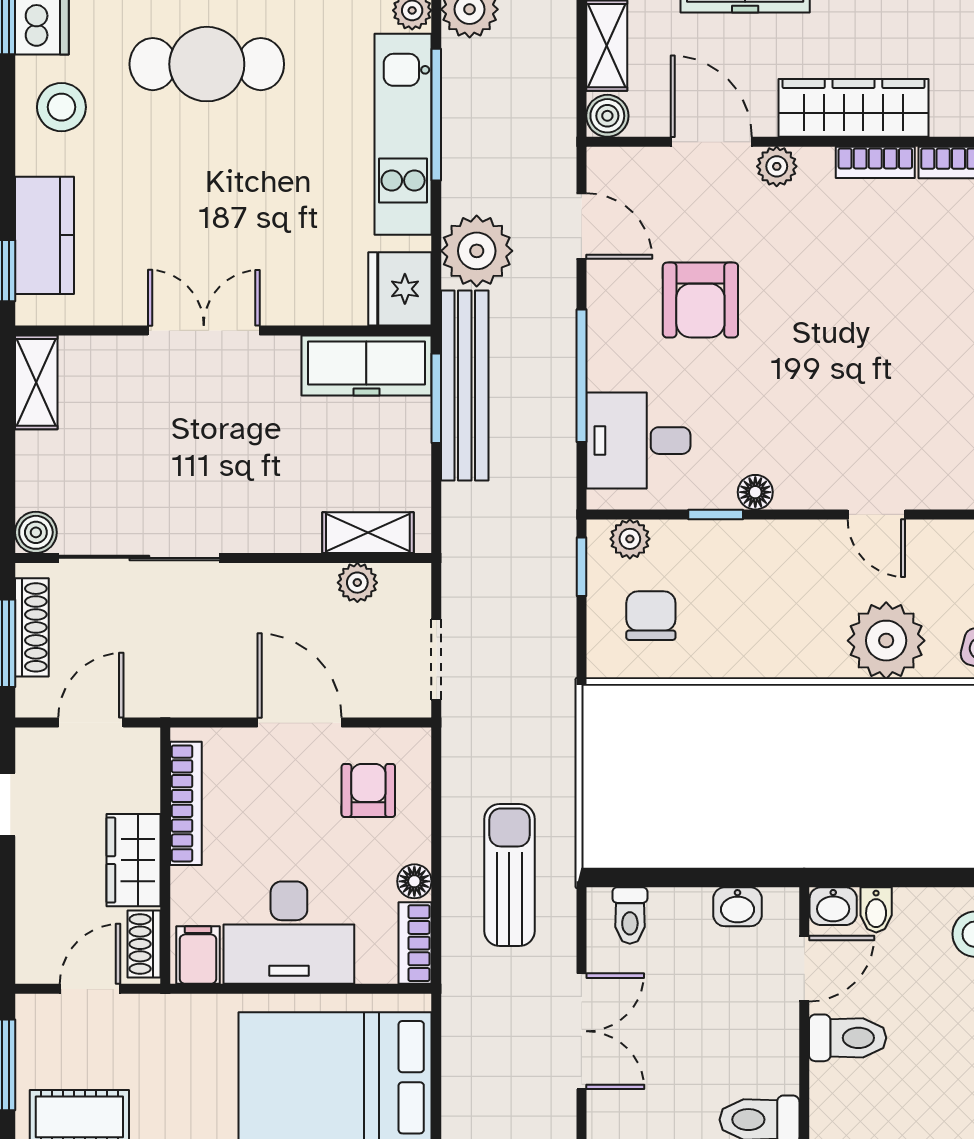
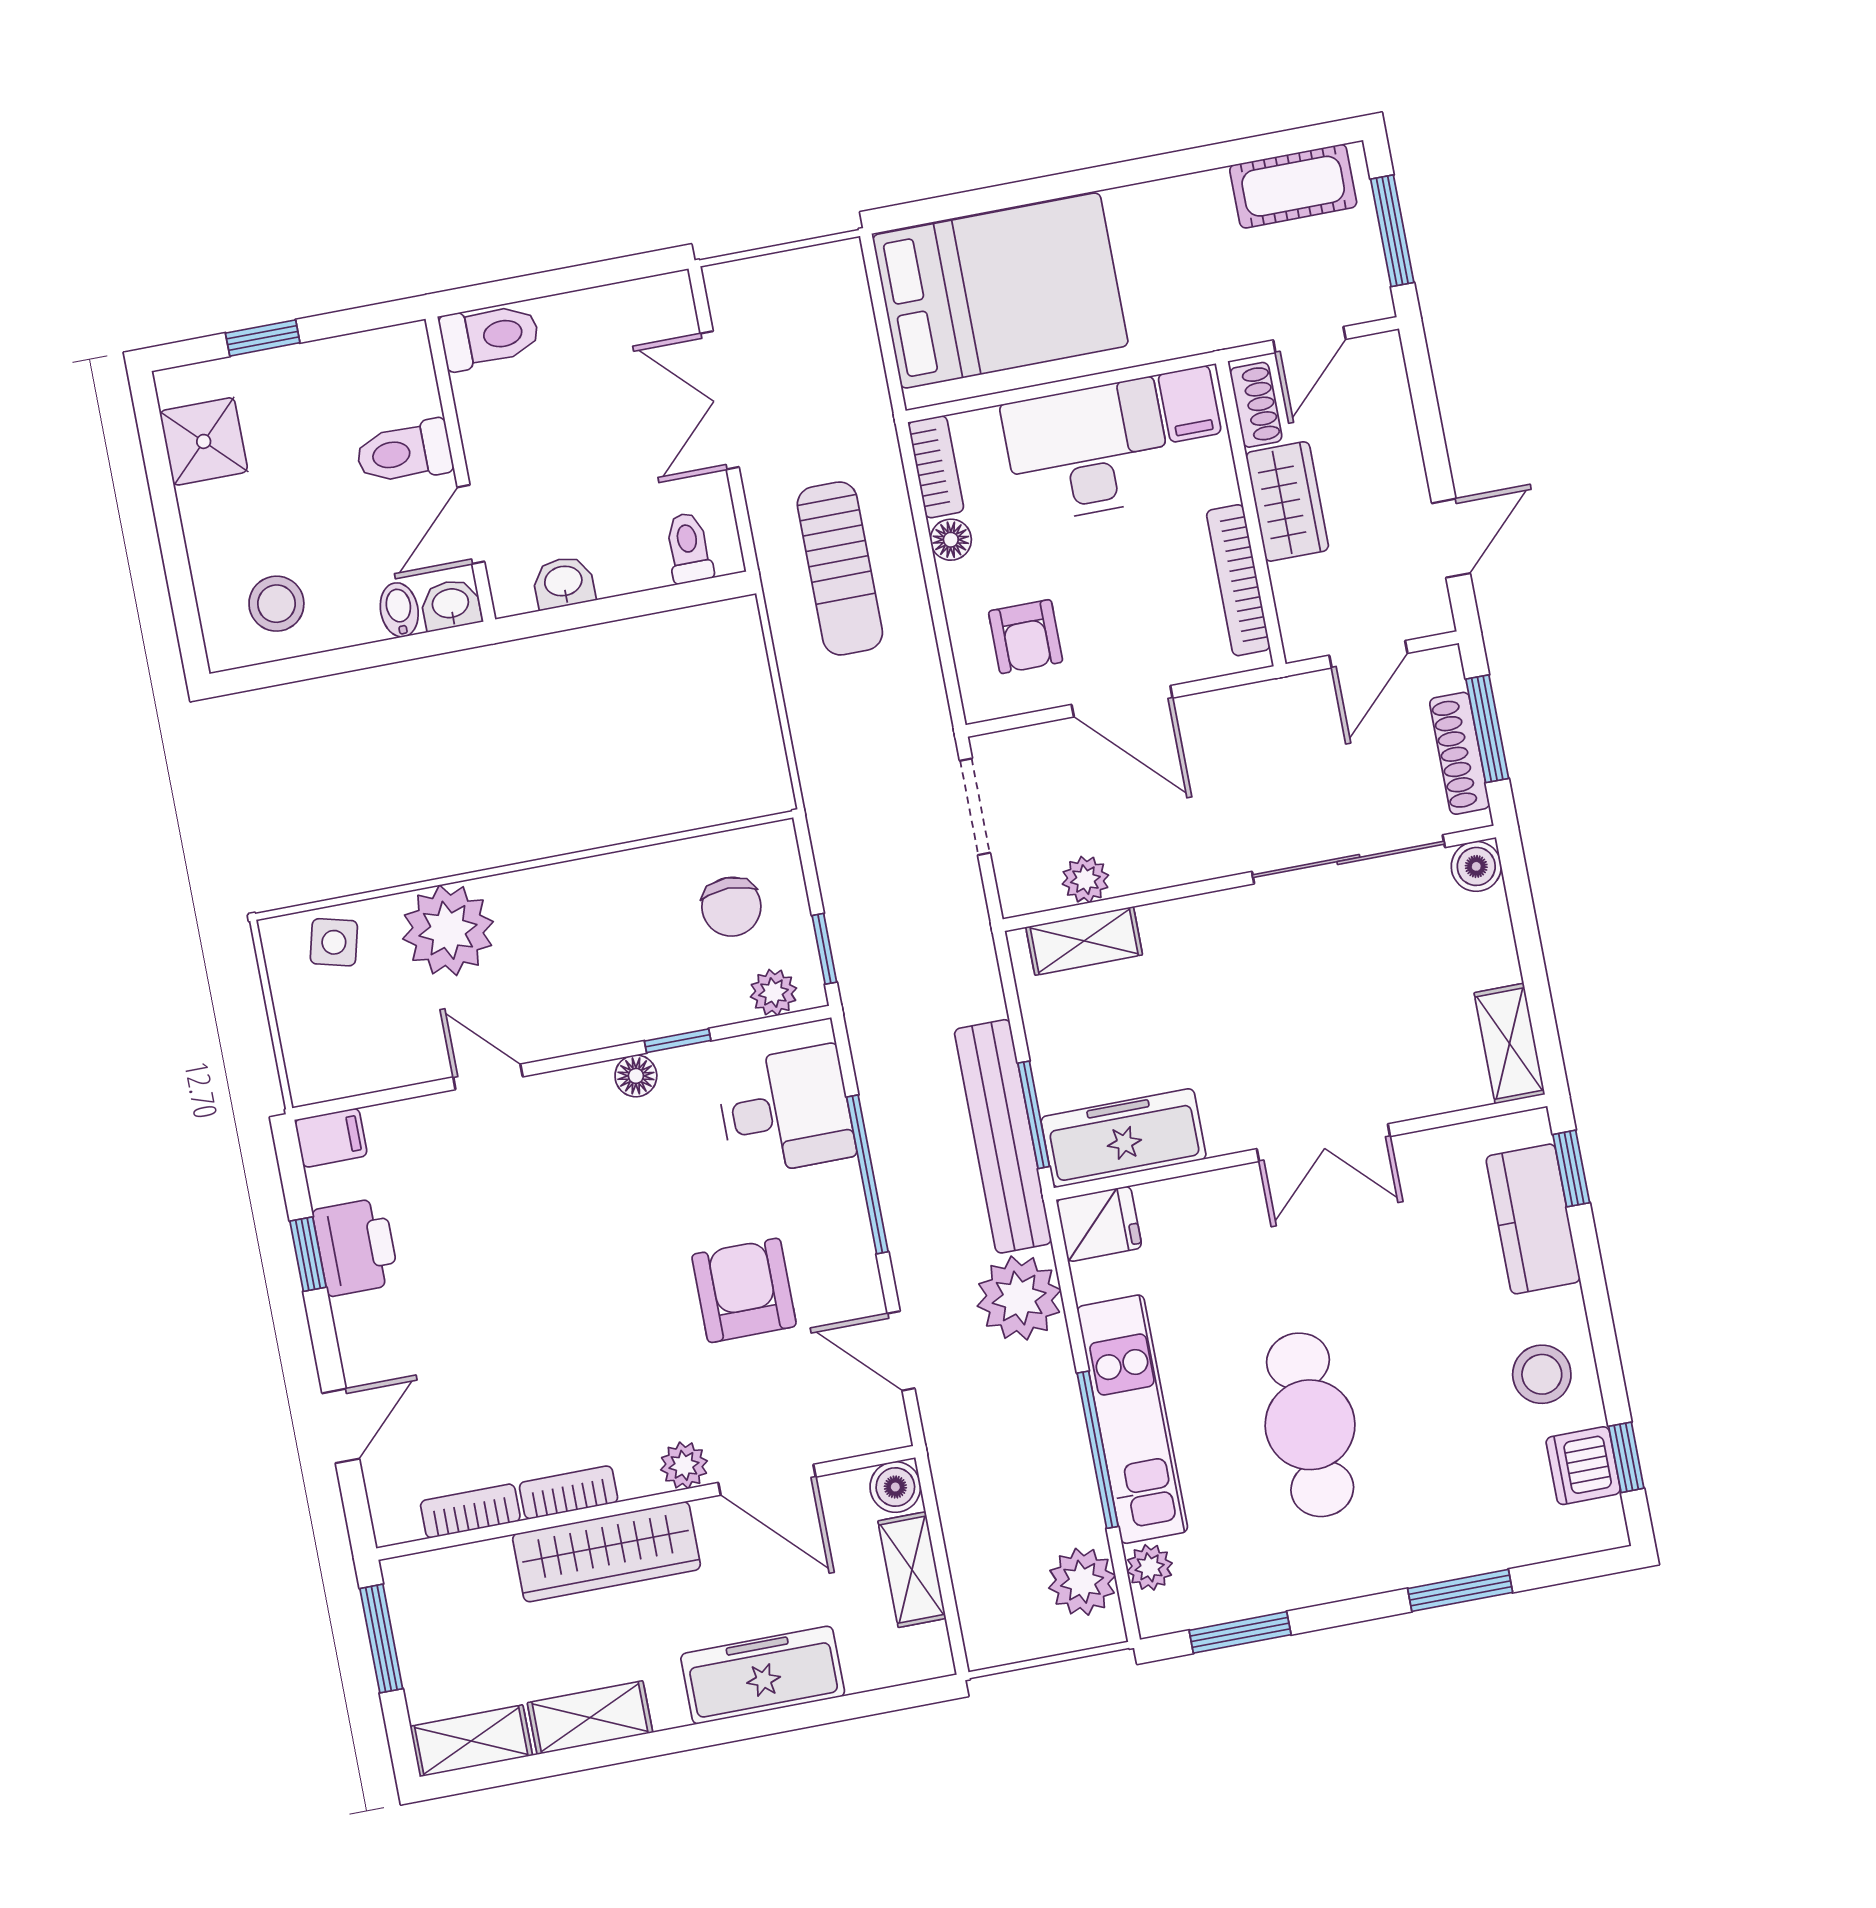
cafe table: (207, 64) -> (1310, 1425), moved, turned 90
fridge: (400, 289) -> (1099, 1224), width x0.72

